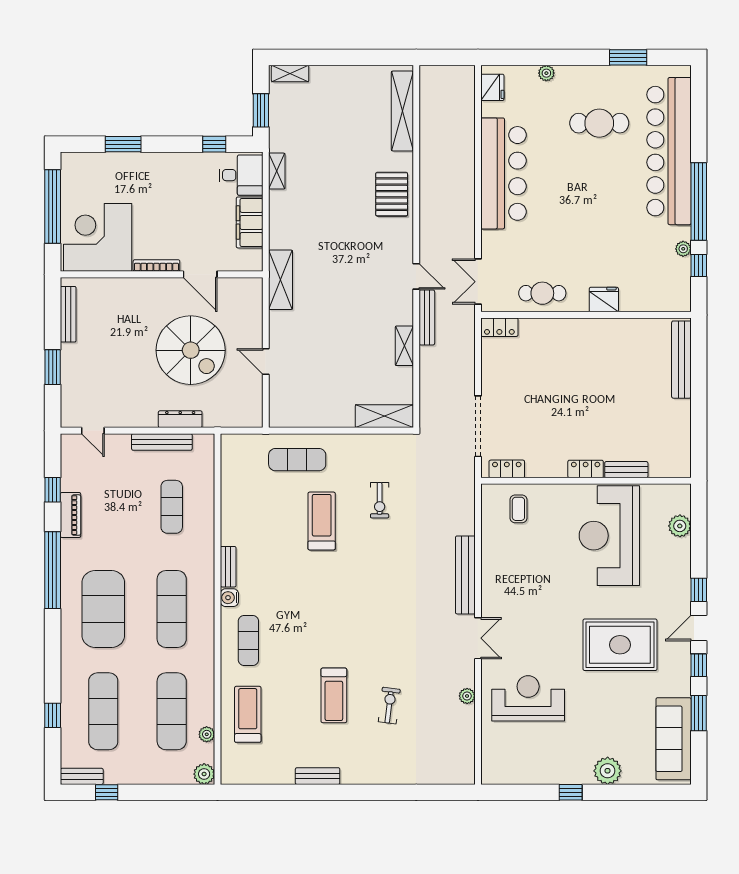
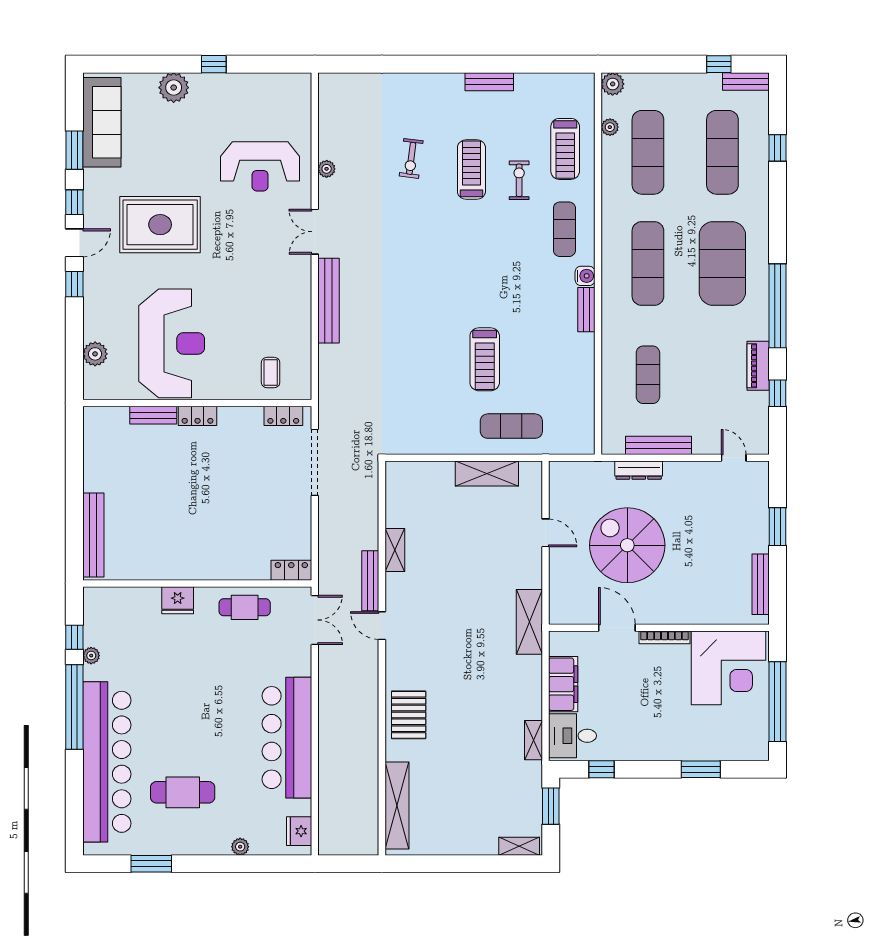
shelving: (384, 416) -> (487, 473), moved
exercise bike: (380, 500) -> (519, 180), moved

